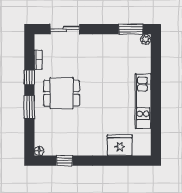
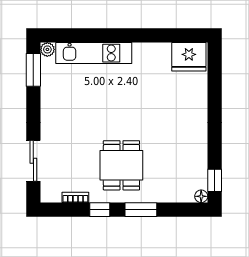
kitchen unit: (143, 101) -> (94, 53), moved
fridge: (120, 145) -> (189, 57), moved, turned -90
window: (64, 161) -> (215, 180), moved

